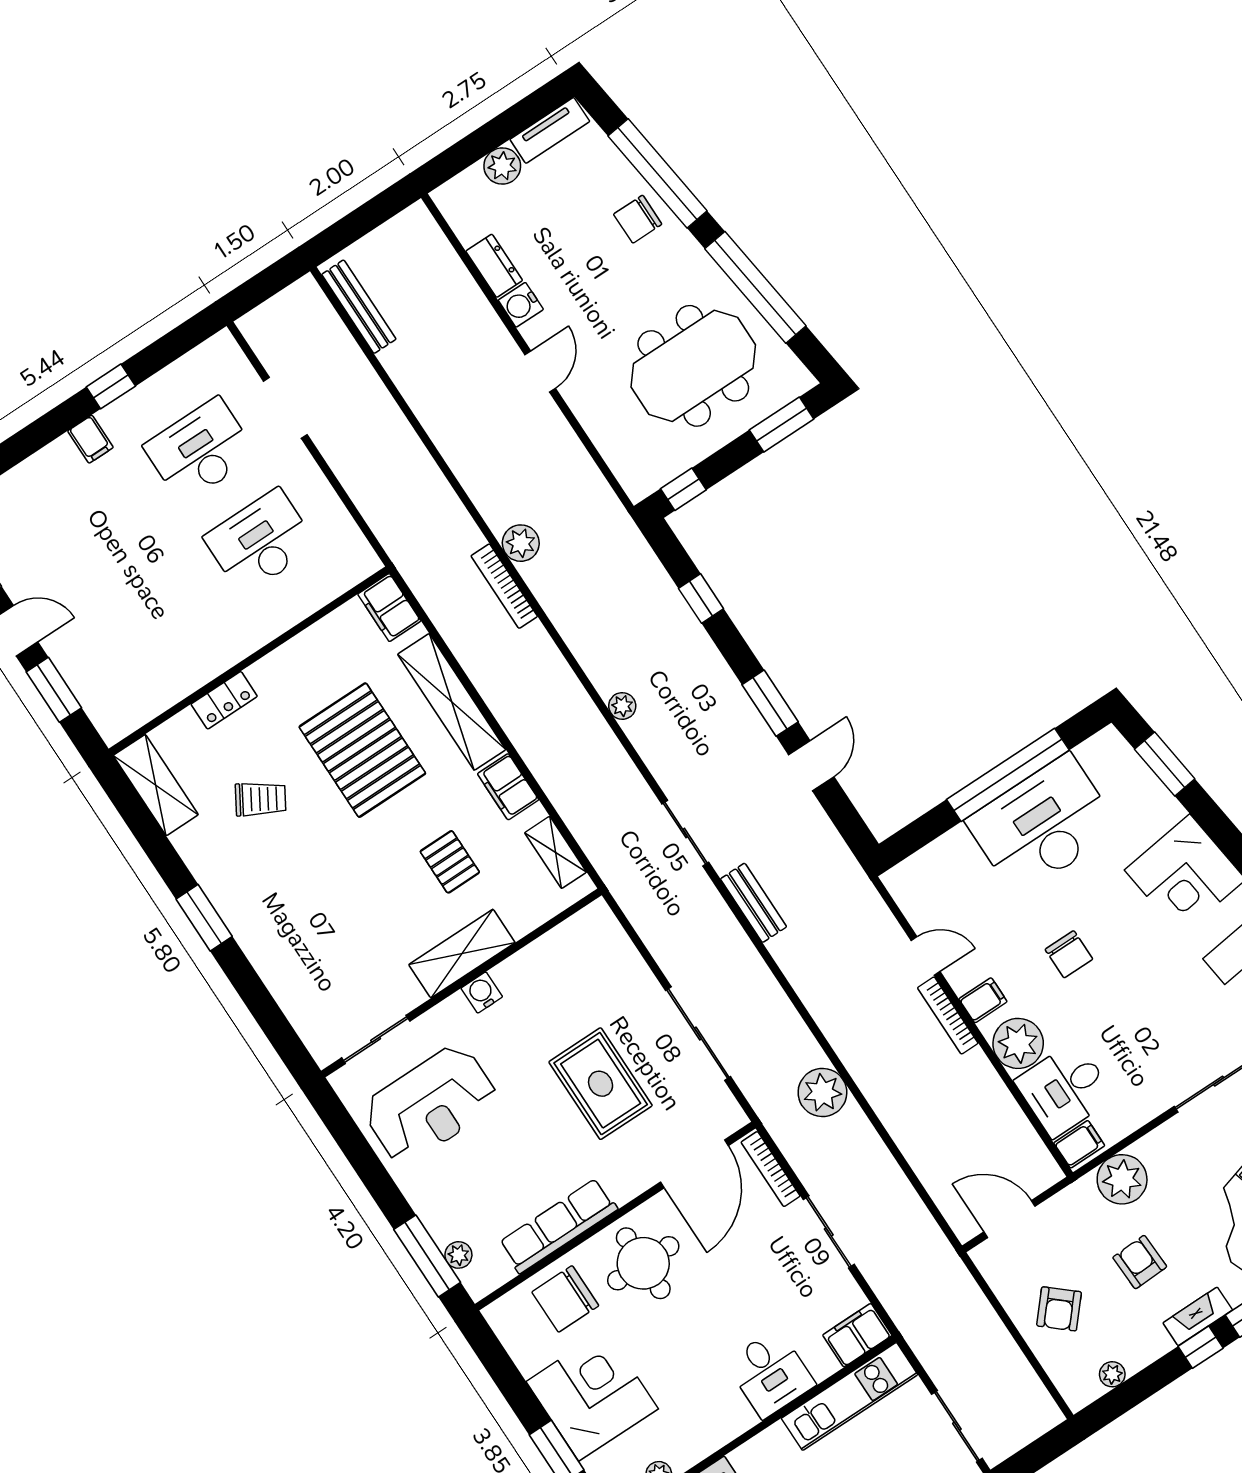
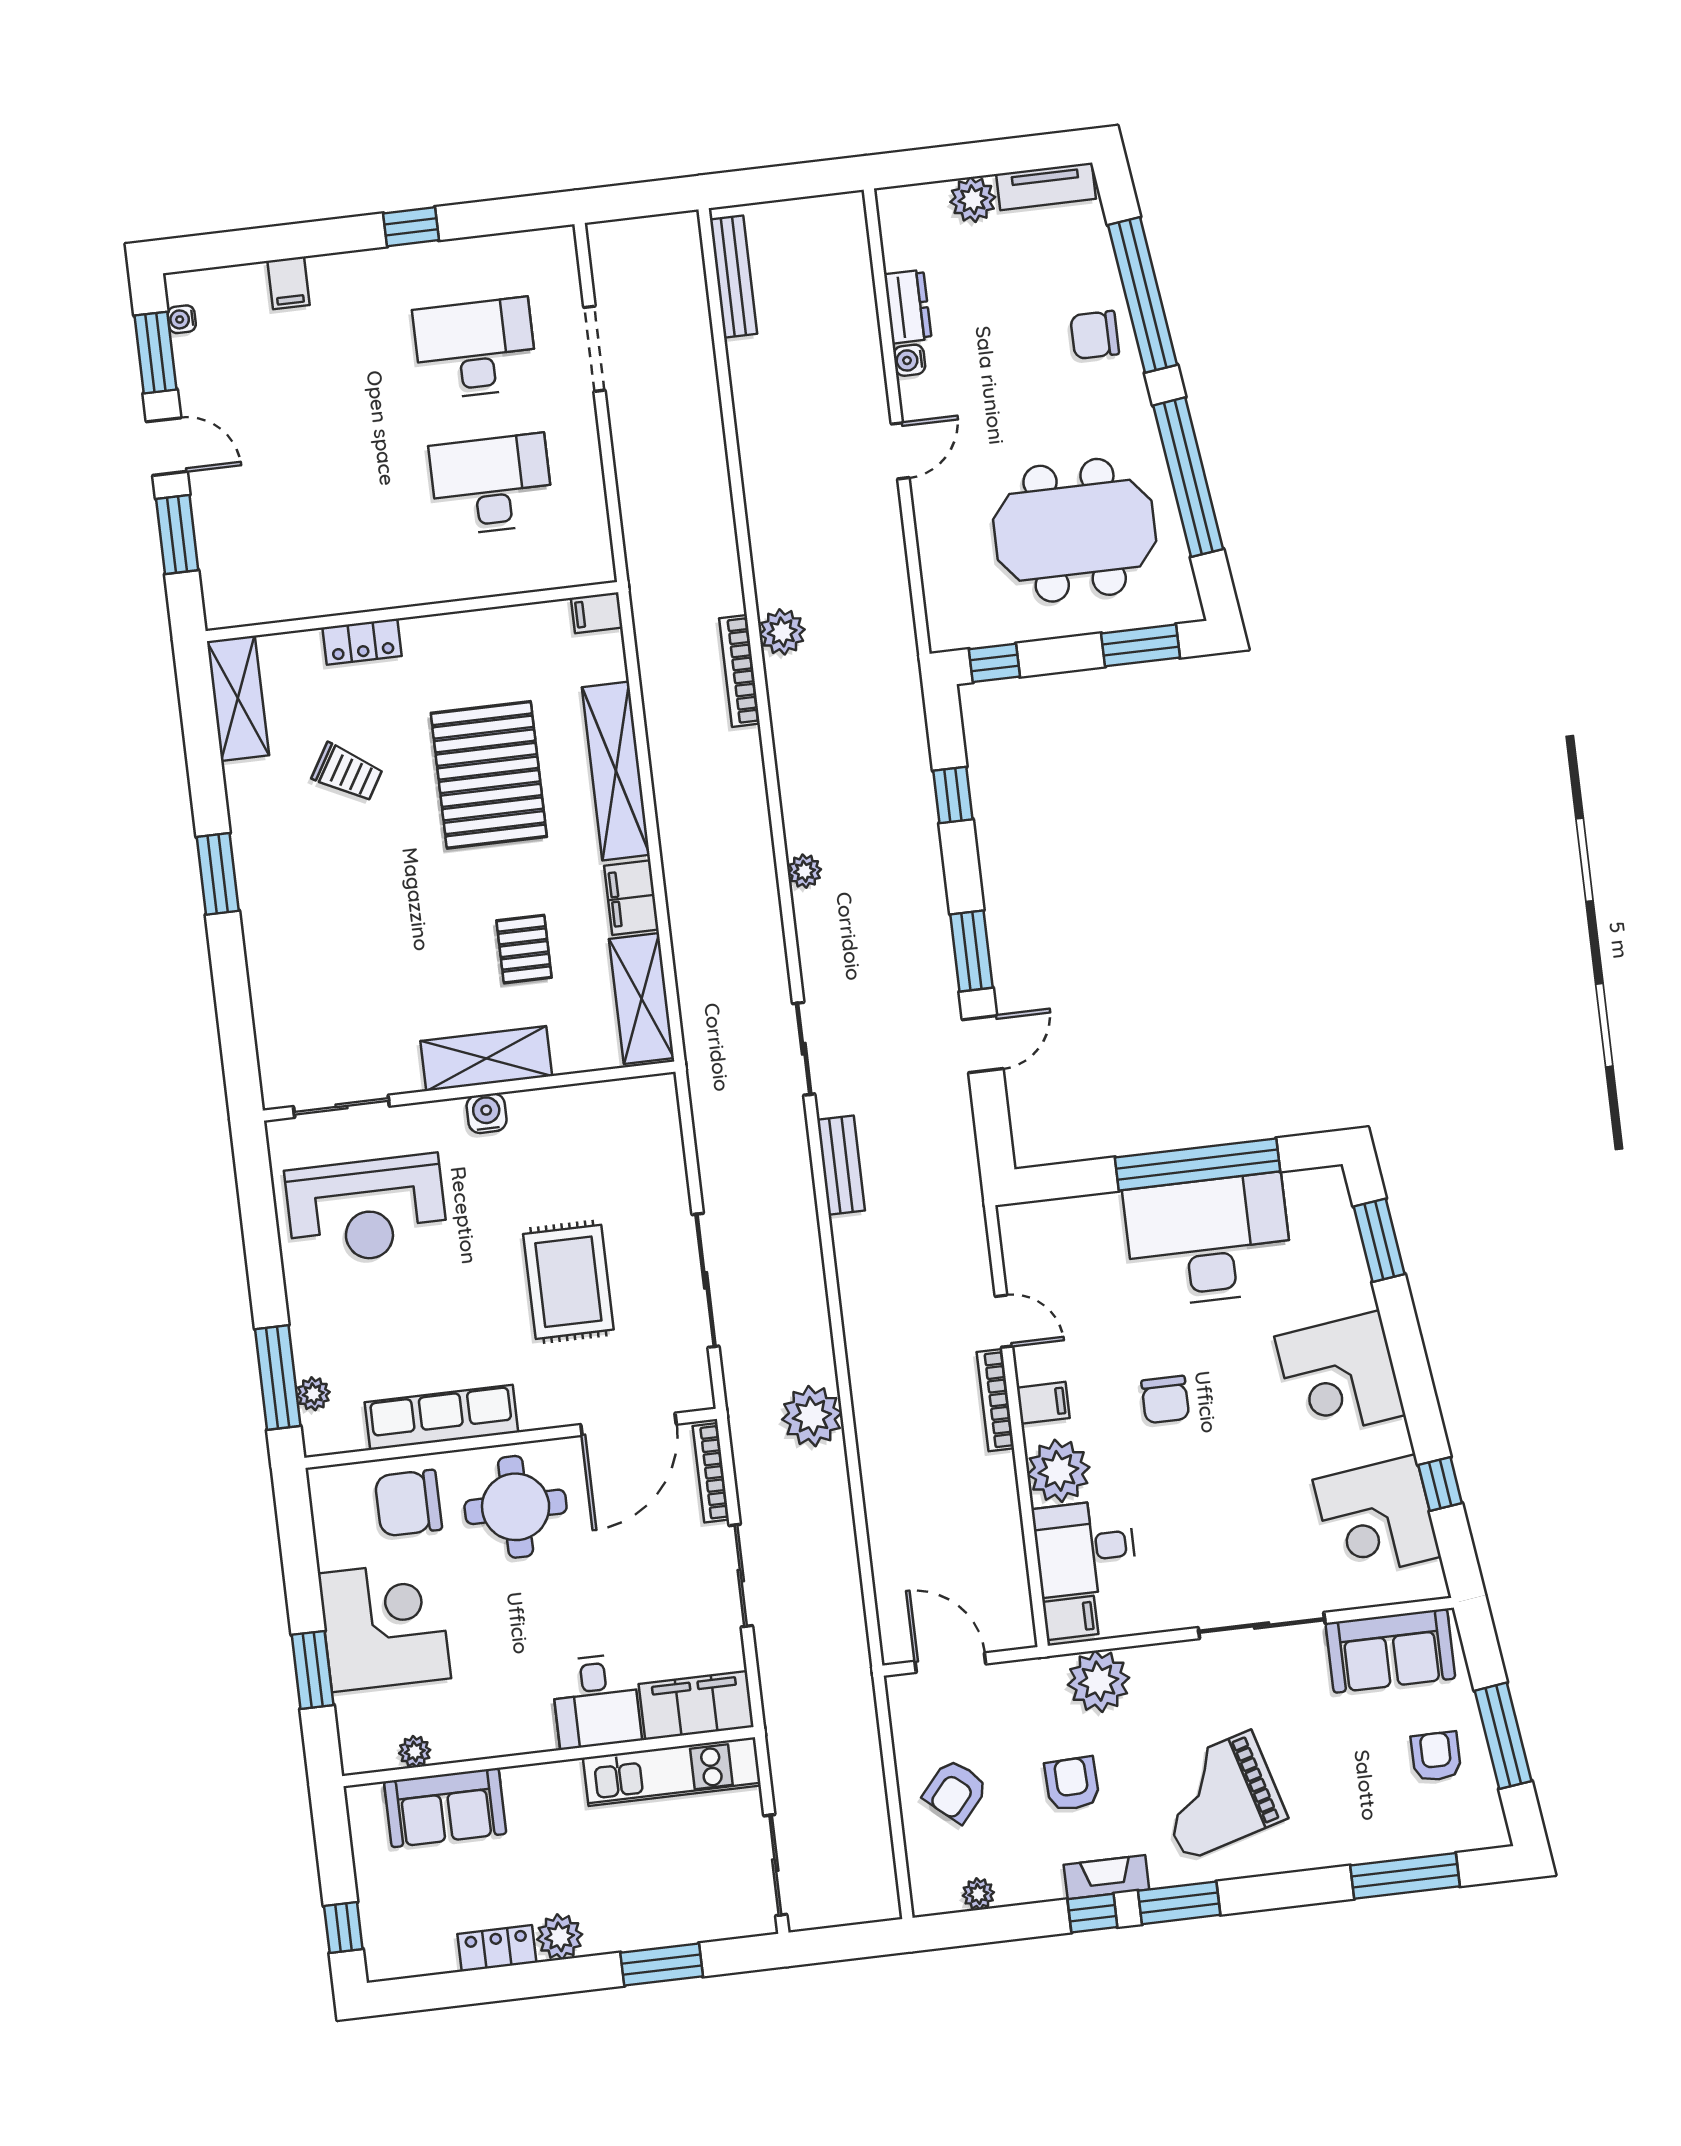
water cooler: (521, 305) -> (909, 360), width x0.72, depth x0.72
filing cabinet: (90, 439) -> (289, 283), moved
filing cabinet: (389, 608) -> (597, 613), width x0.50
shelving: (556, 852) -> (641, 999), width x1.50, depth x1.33
filing cabinet: (857, 1335) -> (696, 1705), width x1.50, depth x1.17

